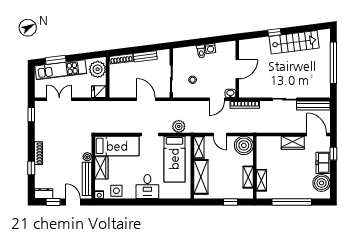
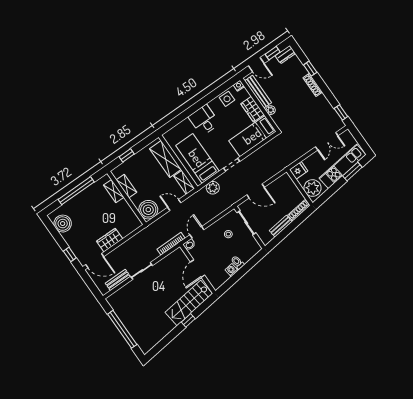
stairs: (294, 42) -> (189, 303), moved
bench: (313, 106) -> (118, 280), width x0.73
freezer: (323, 163) -> (73, 241), removed

